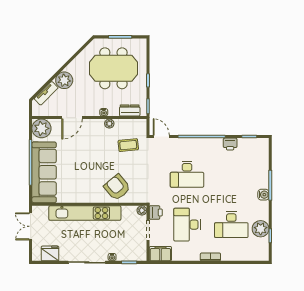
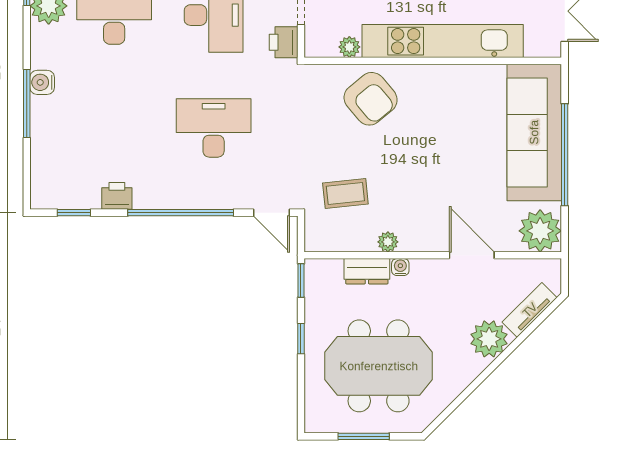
dresser: (130, 110) -> (367, 271), moved
door: (72, 118) -> (472, 255), hinge flipped
plant: (142, 210) -> (349, 47), moved

